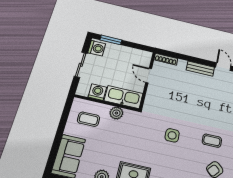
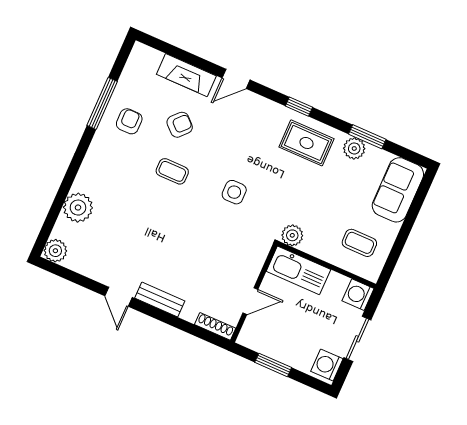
window: (111, 40) -> (273, 365), moved
door: (149, 76) -> (250, 301), hinge flipped
washing machine: (97, 92) -> (358, 295), moved, turned 90
plant: (116, 113) -> (292, 235), moved

